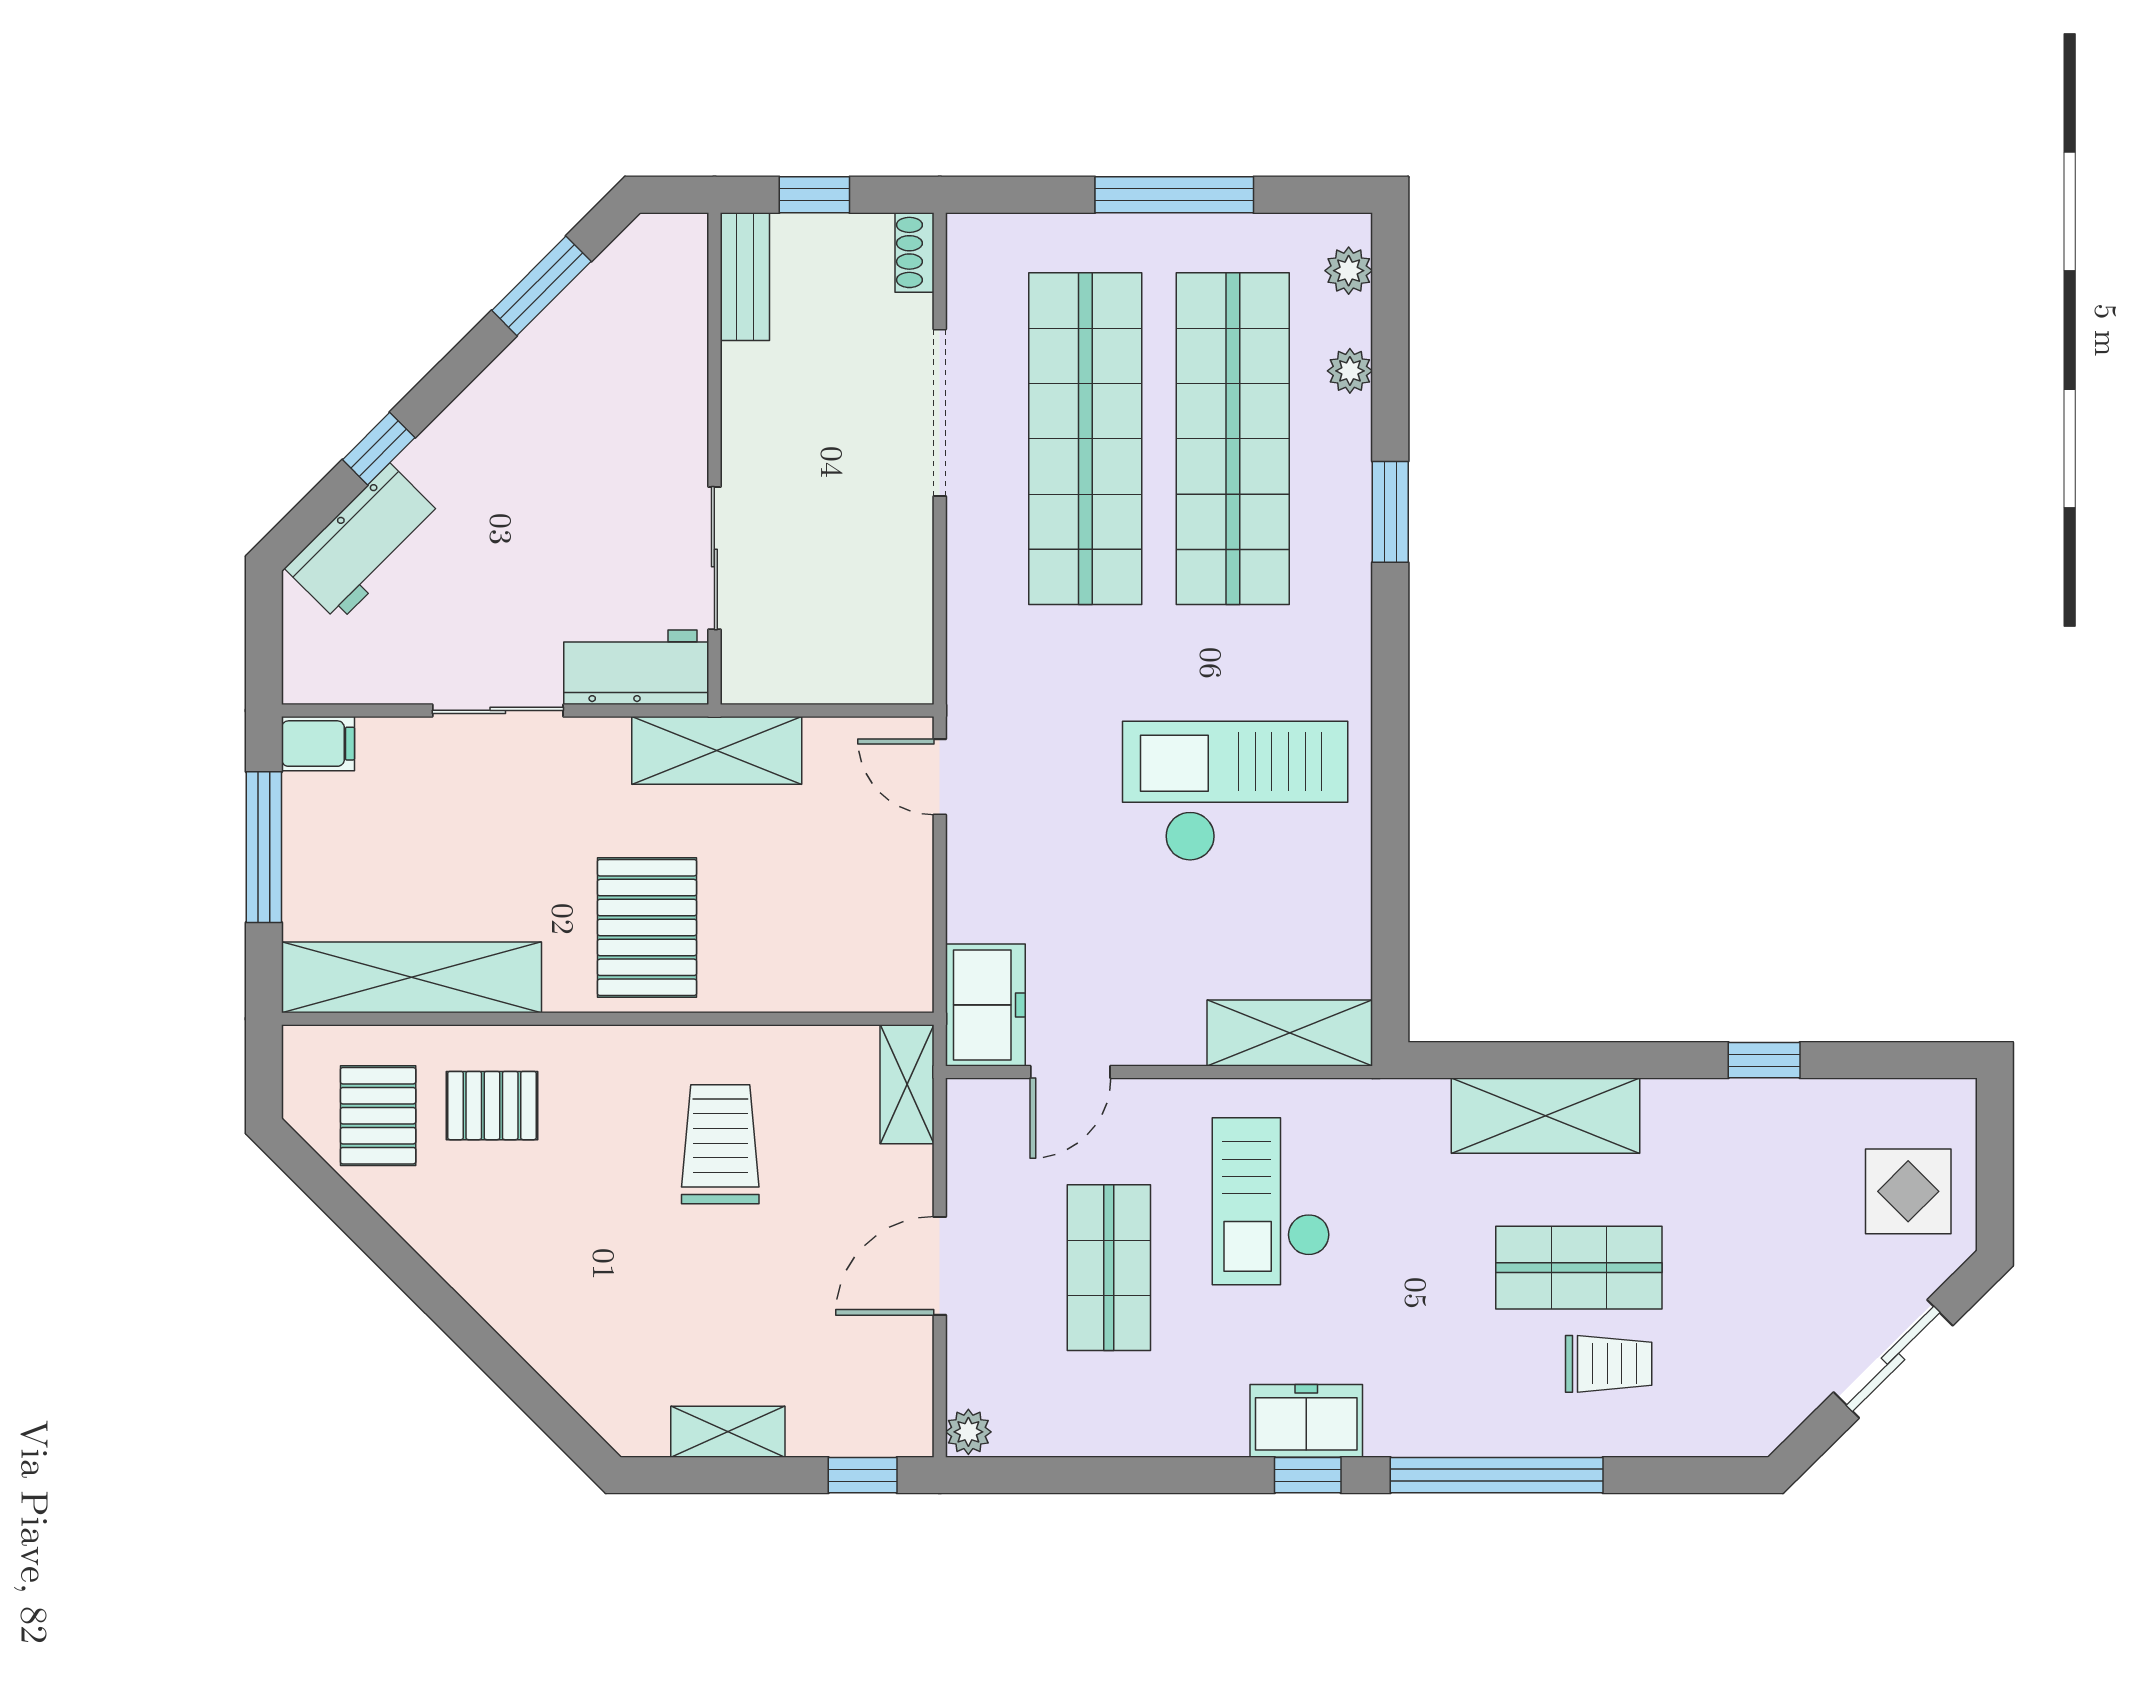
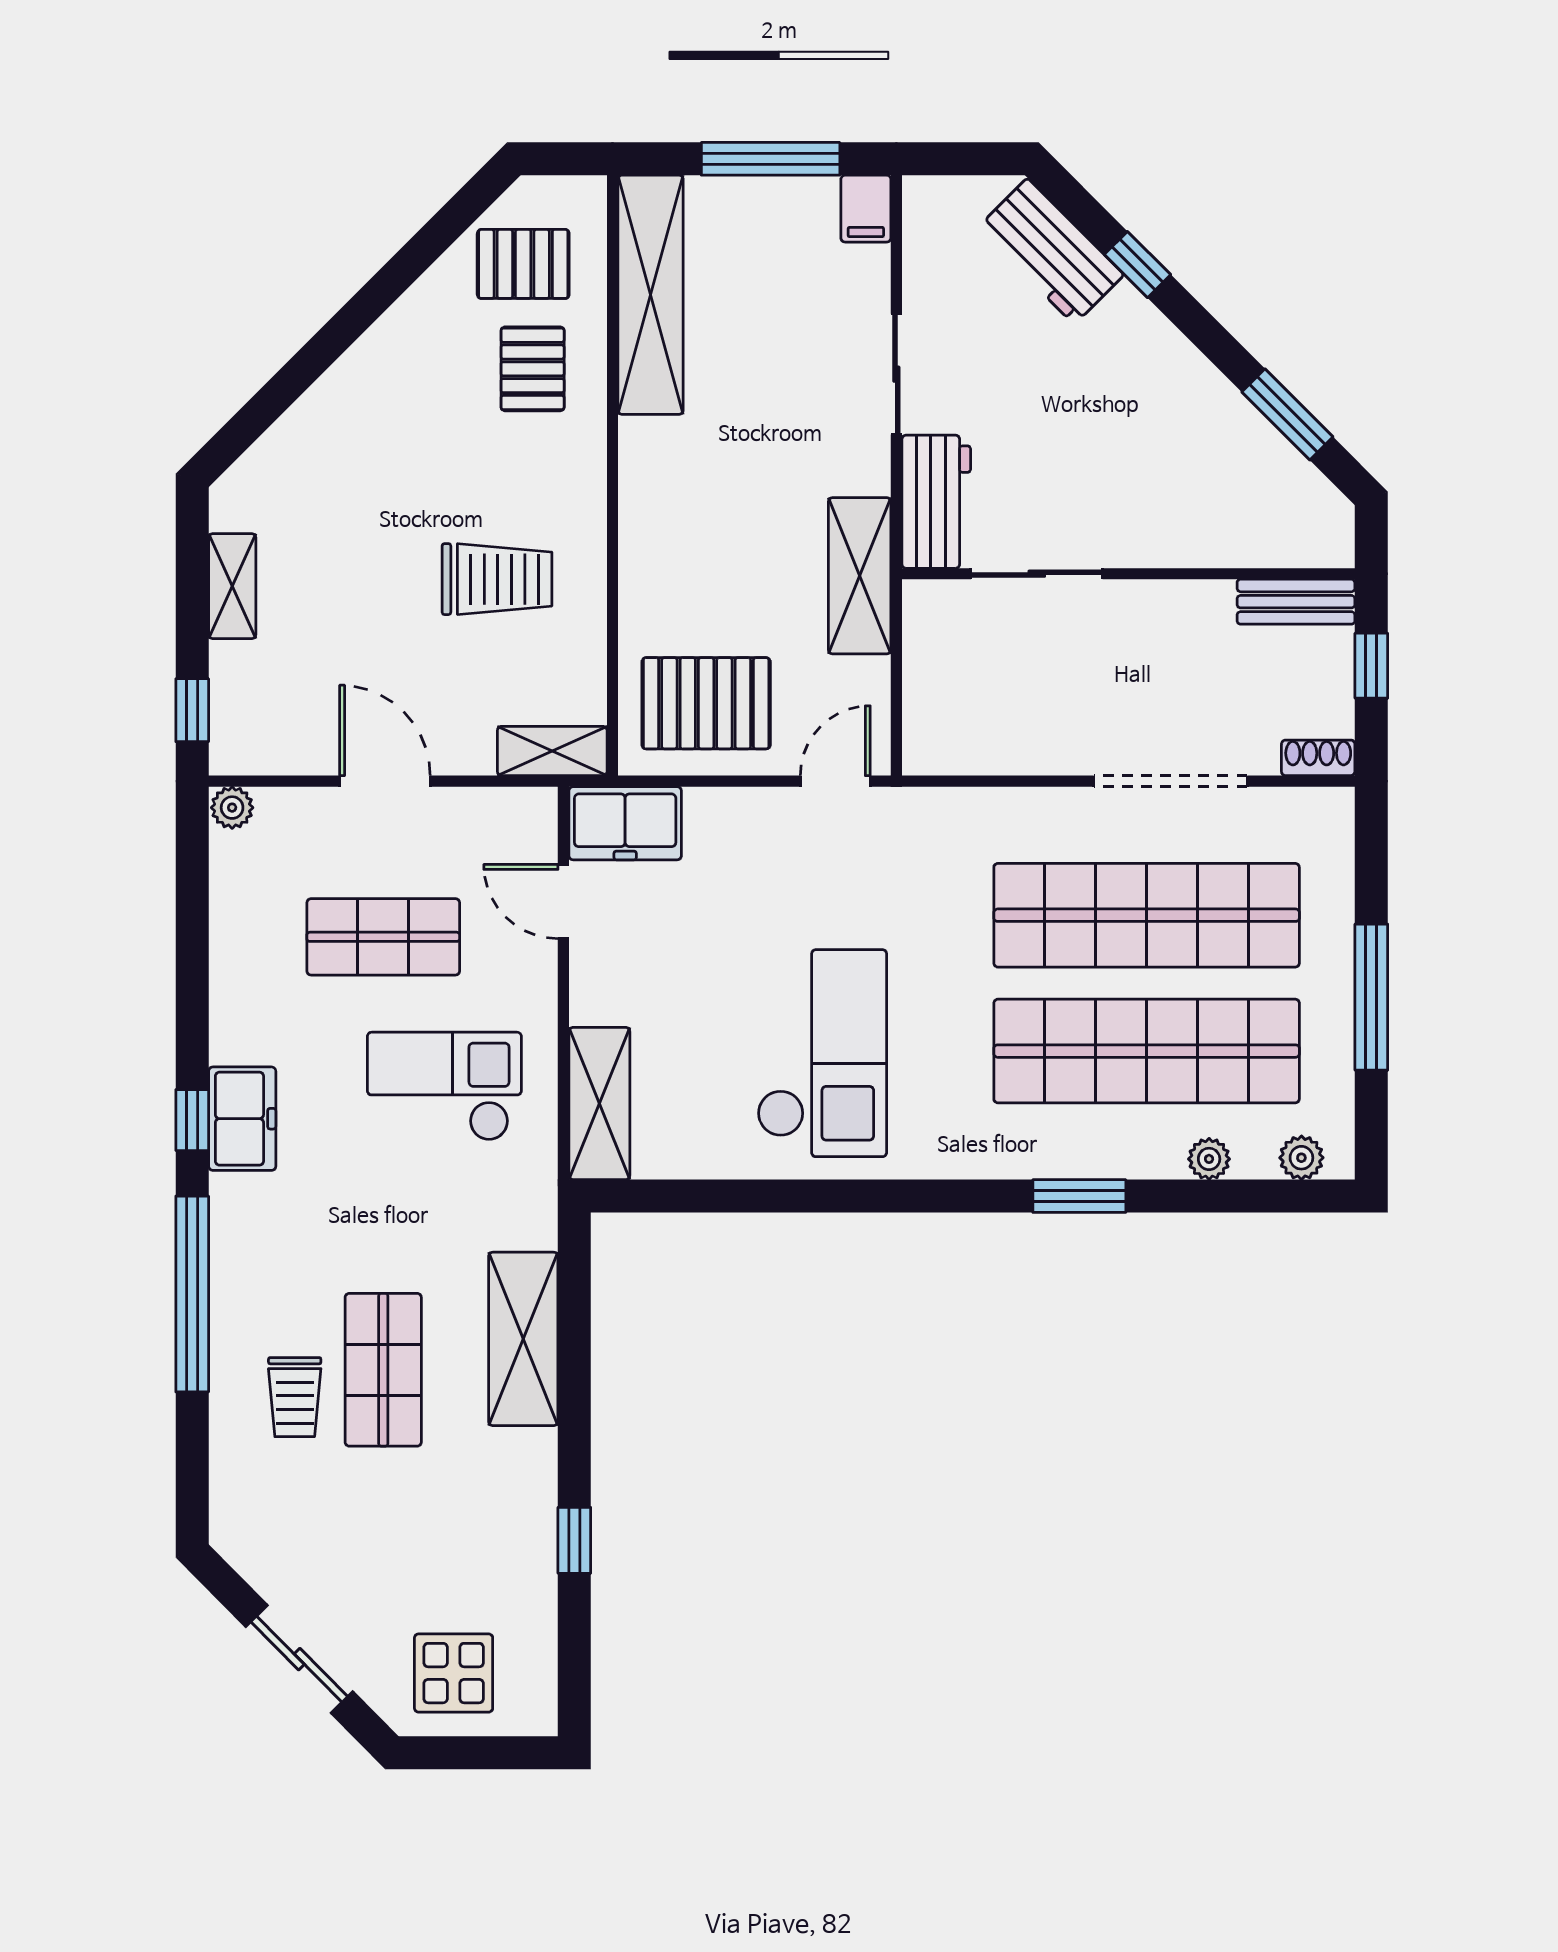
pallet: (647, 927) -> (706, 703), moved

